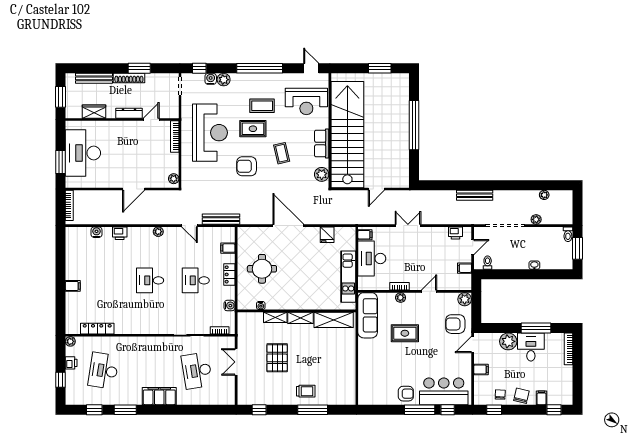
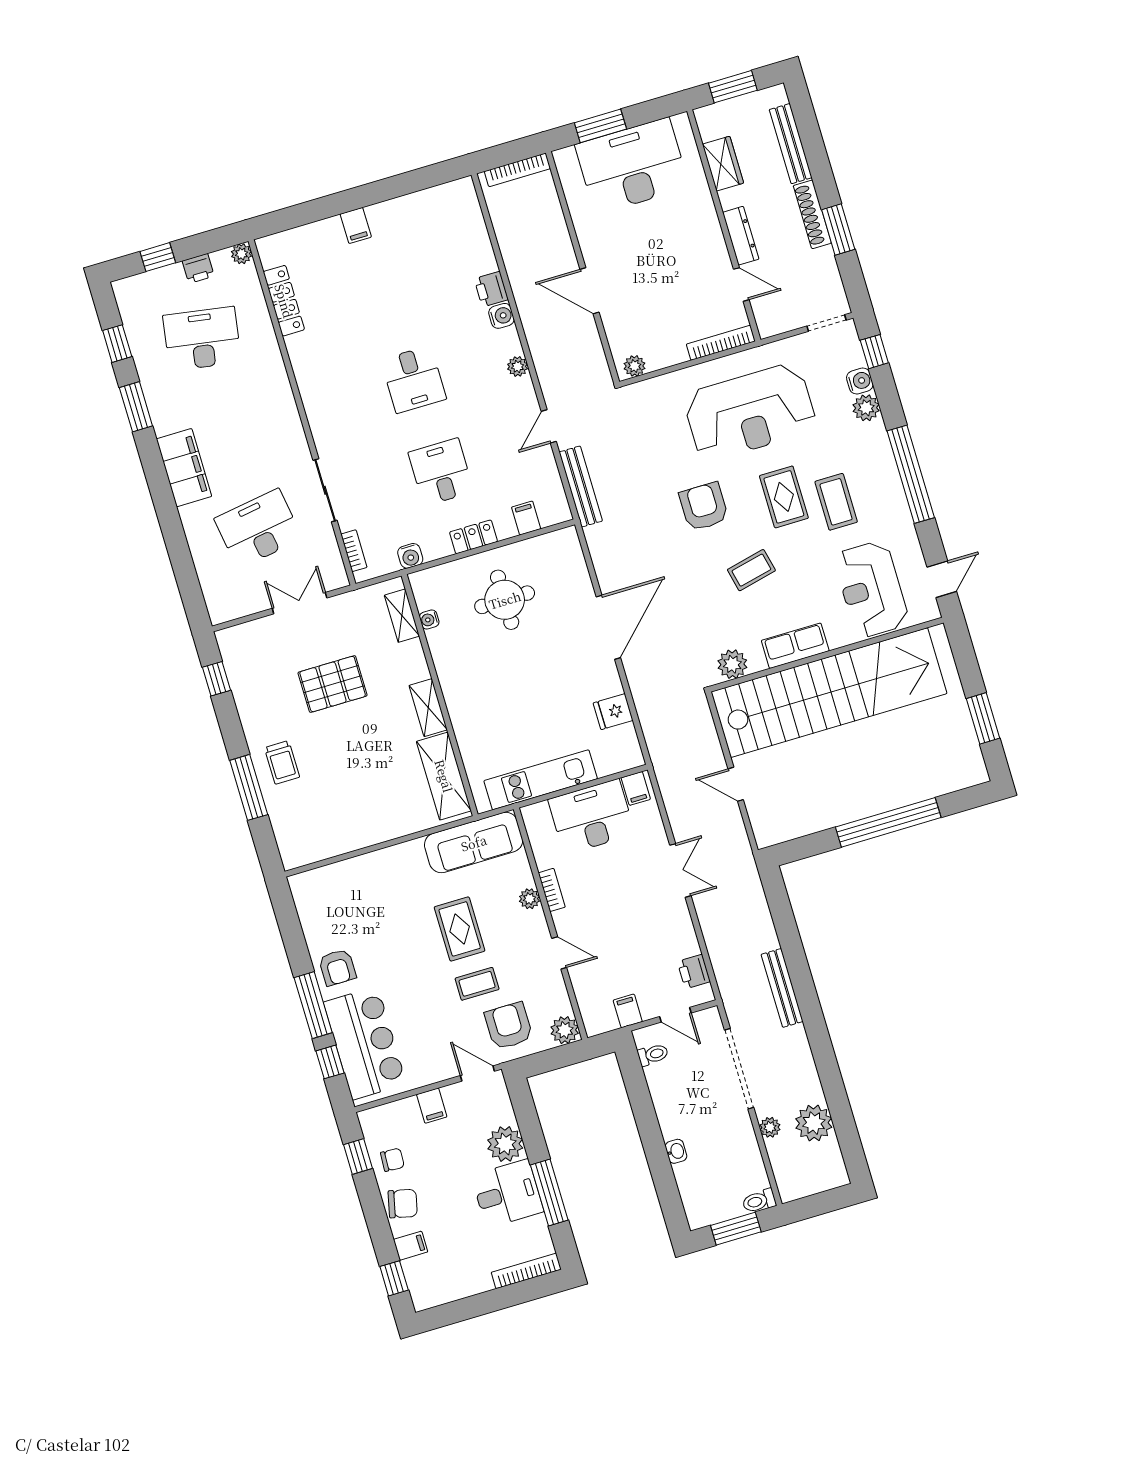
plant: (544, 195) -> (814, 1123), width x1.87, depth x1.87
water cooler: (97, 232) -> (501, 316), moved
desk: (150, 280) -> (414, 379), turned 180
shelving: (275, 317) -> (402, 616), moved
coffee table: (432, 333) -> (477, 984), added

